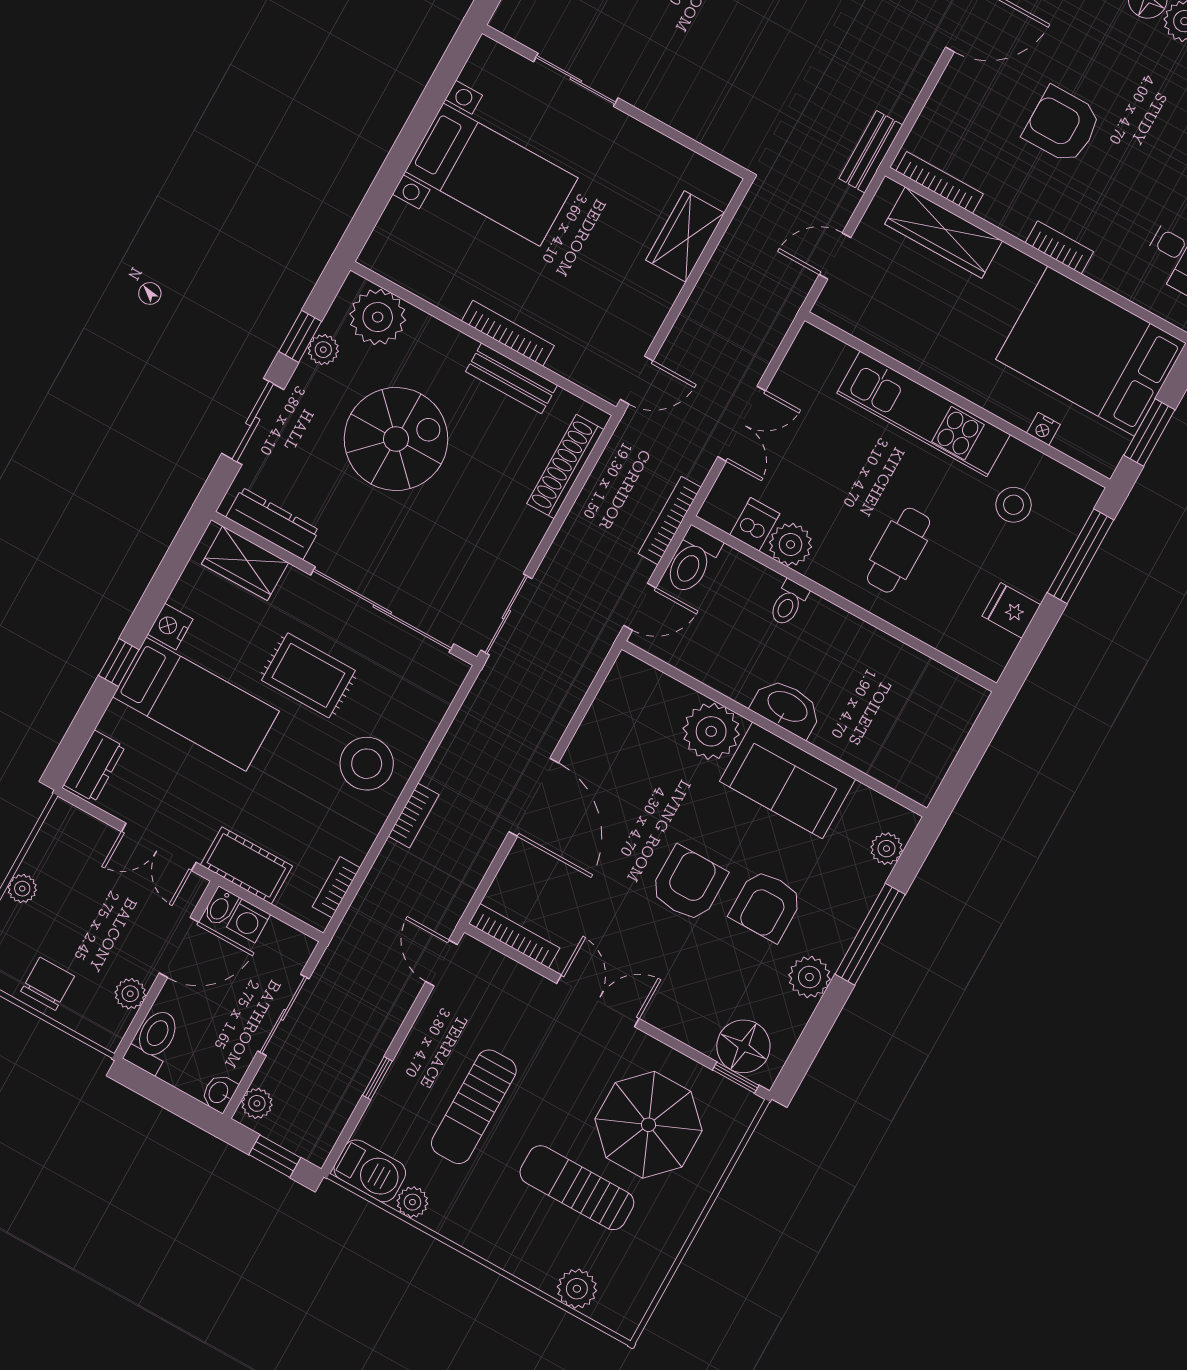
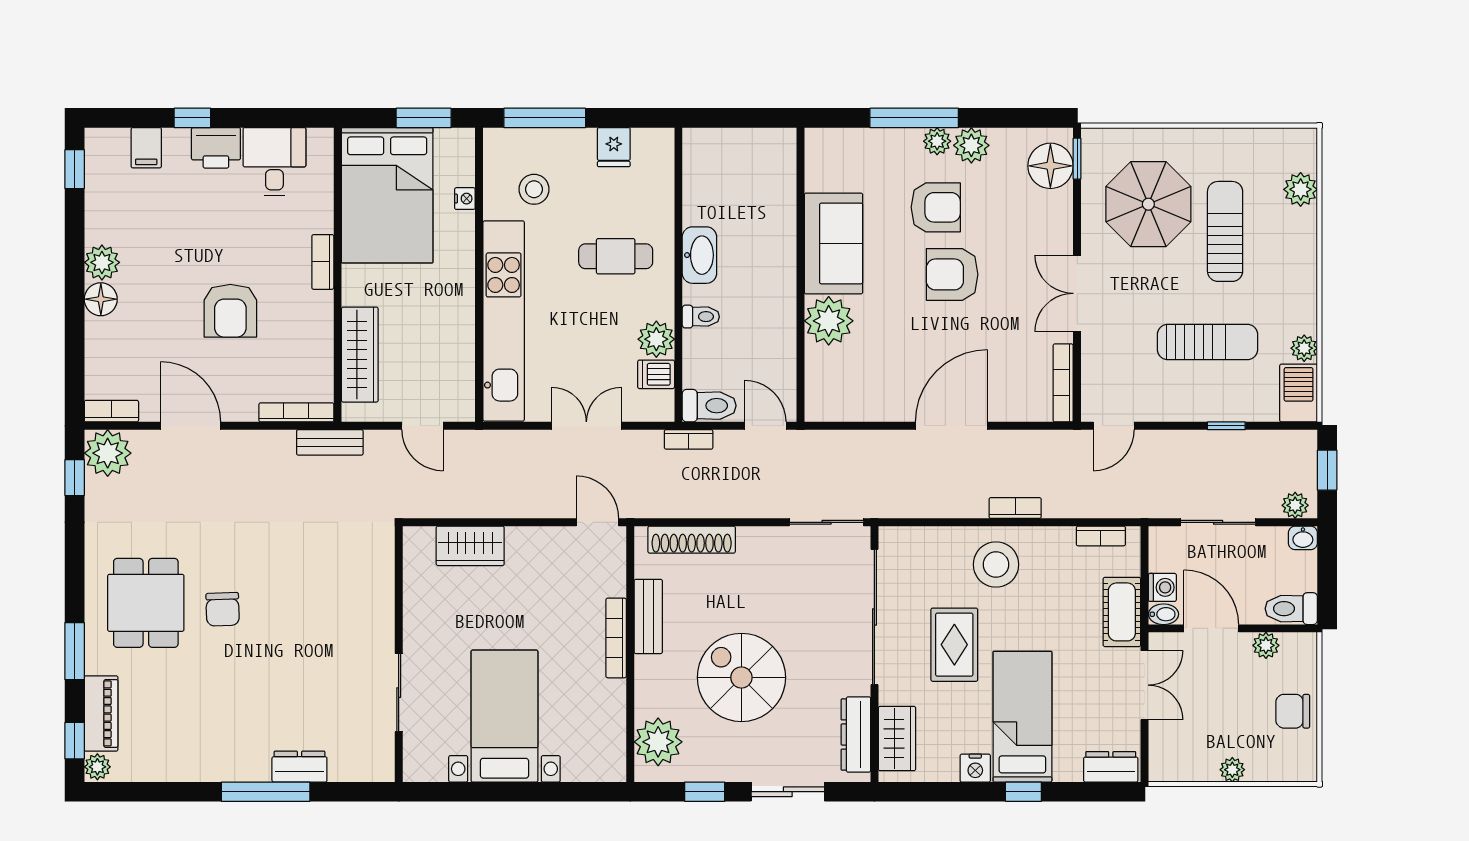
bookcase: (940, 182) -> (296, 412), moved, turned 90
plant: (323, 350) -> (705, 769), removed
kitchen unit: (923, 414) -> (504, 321), width x1.36
bookcase: (670, 520) -> (689, 439), width x0.64
washbasin: (787, 707) -> (699, 255), moved, turned 180
plant: (886, 849) -> (937, 141), moved
sun lounger: (577, 1188) -> (1225, 231), turned 180

